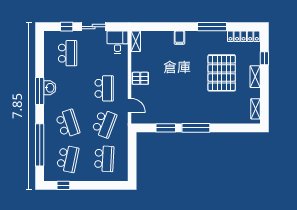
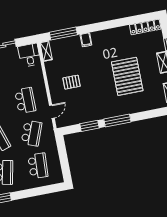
window: (212, 27) -> (63, 34), moved
pallet: (222, 73) -> (127, 76), moved
pallet: (140, 78) -> (72, 82), moved
door: (130, 105) -> (52, 112), hinge flipped

